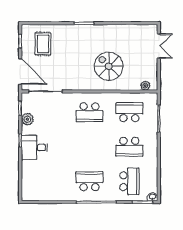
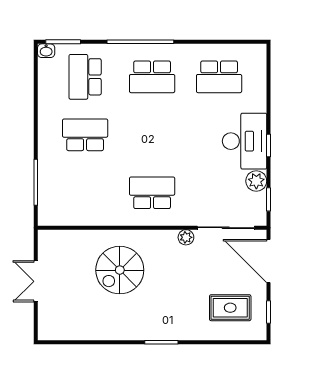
rug: (43, 44) -> (230, 308), turned 90
double door: (159, 46) -> (36, 281), moved
spiral stairs: (109, 66) -> (120, 270), turned 90
plant: (145, 86) -> (186, 237), moved
school desk: (129, 112) -> (219, 77), moved
desk: (34, 148) -> (245, 141), width x1.37

